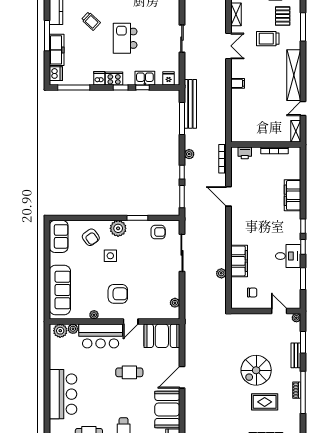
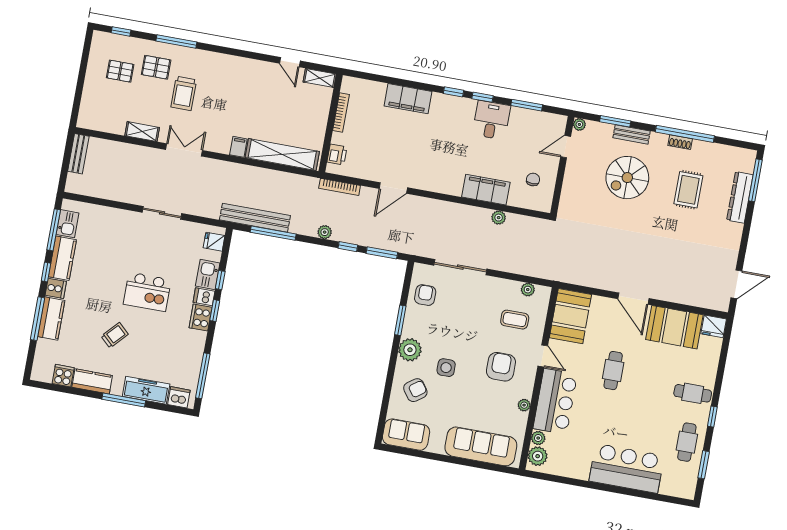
shelving: (294, 75) -> (282, 155), moved
dishwasher: (99, 78) -> (204, 297), moved
coffee table: (152, 297) -> (515, 320), added
spiral stairs: (256, 370) -> (627, 178), moved, turned 90

